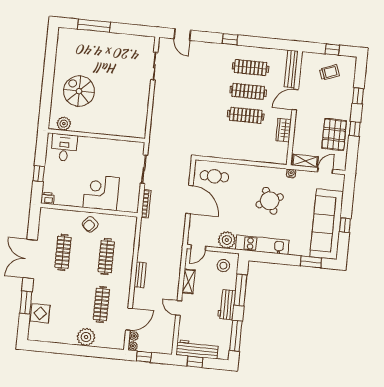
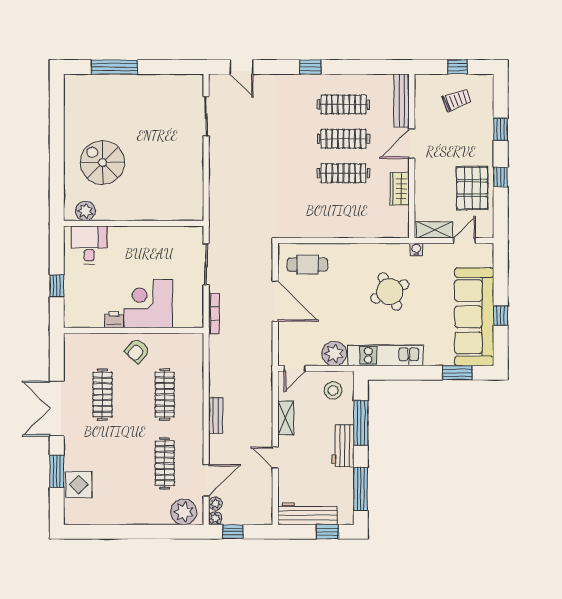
printer: (47, 198) -> (114, 320), moved
plant: (86, 337) -> (184, 512), moved
window: (195, 362) -> (327, 532), moved

